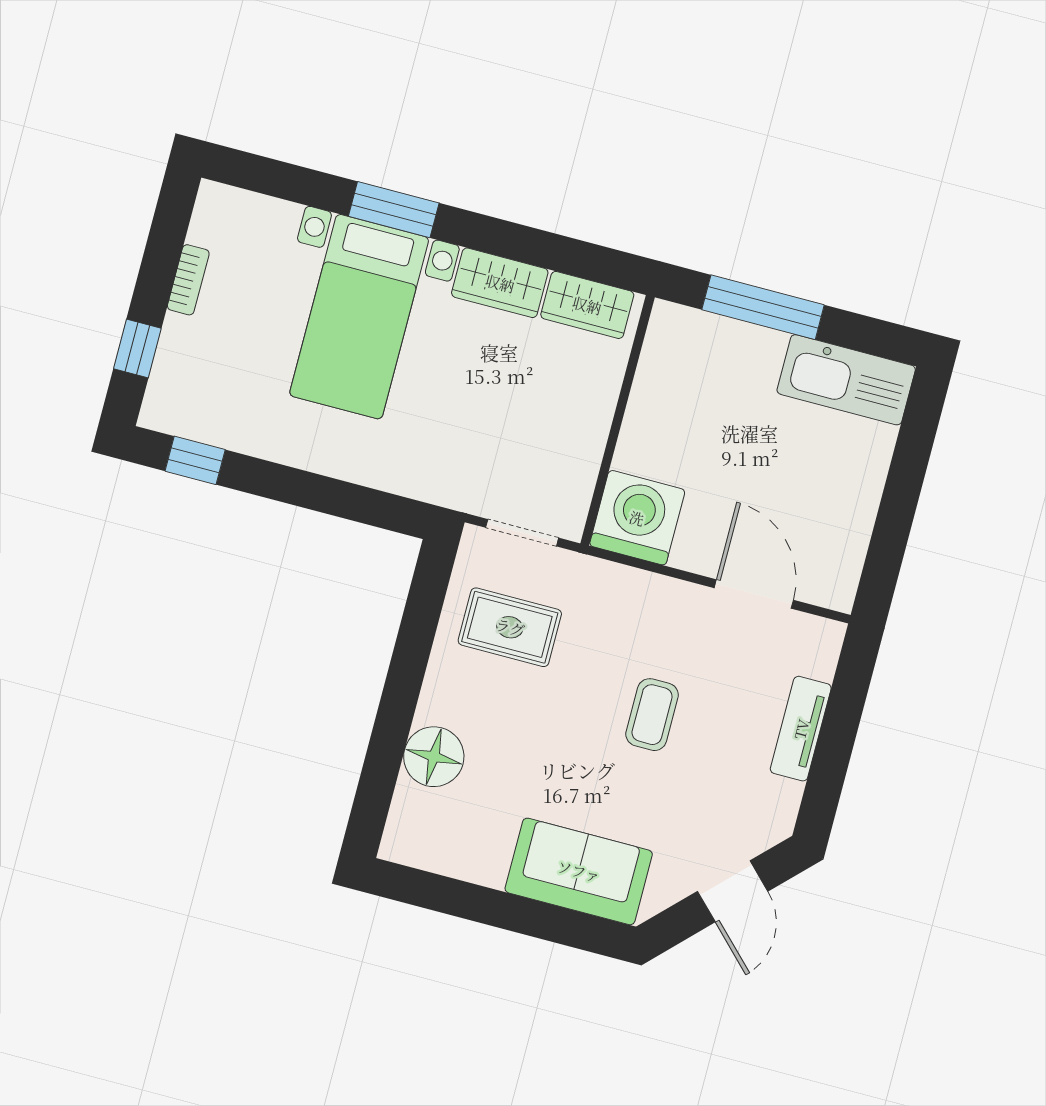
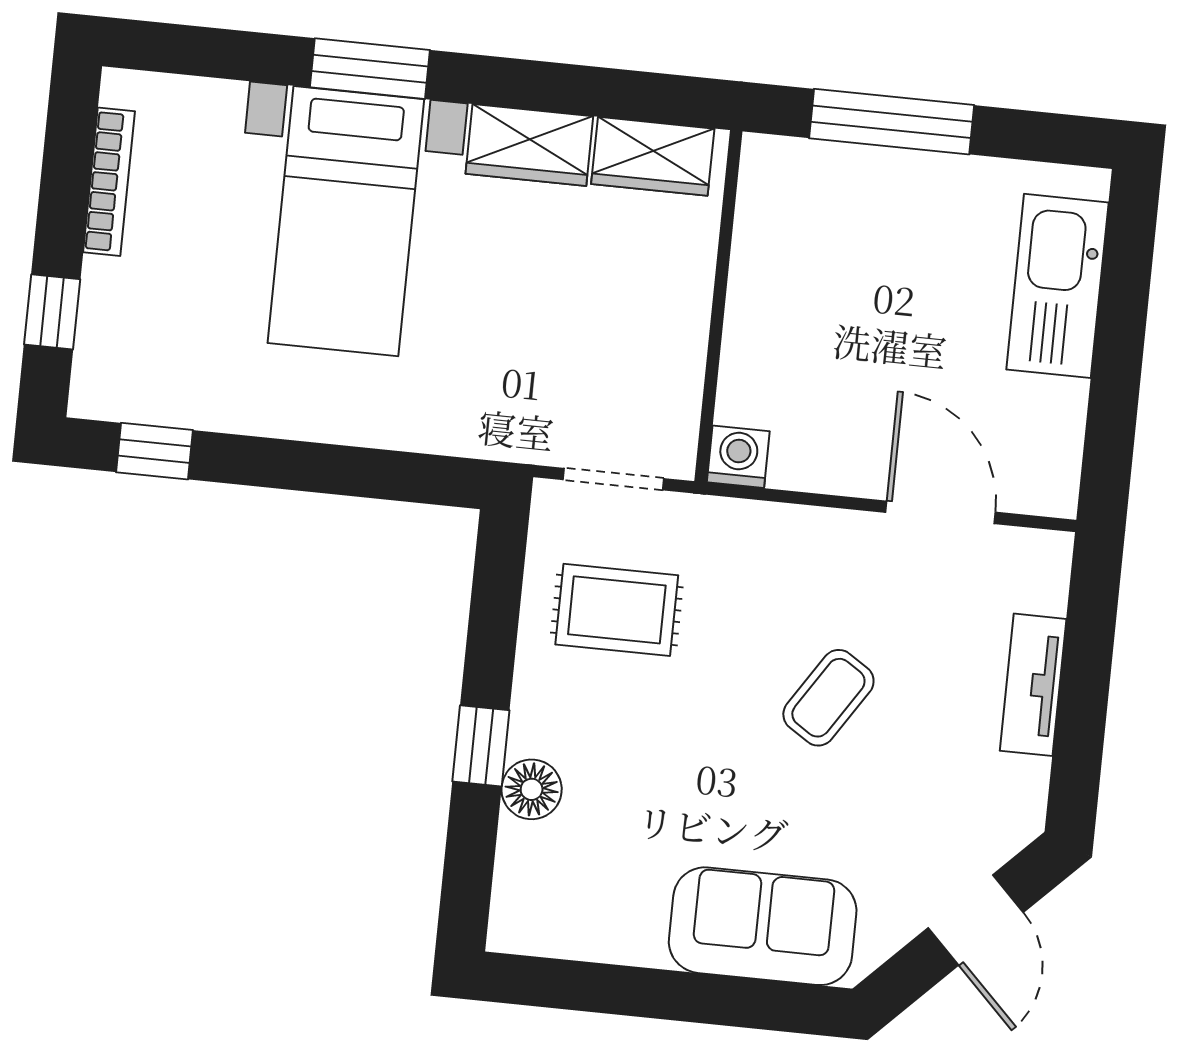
bookcase: (188, 280) -> (109, 182), width x1.56
kitchen sink: (846, 380) -> (1057, 286), moved, turned 90
washing machine: (637, 518) -> (738, 457), width x0.53, depth x0.53
window: (396, 710) -> (481, 746), added
coffee table: (652, 715) -> (828, 698), turned 33
floor lamp: (434, 757) -> (532, 789), width x0.73, depth x0.73

